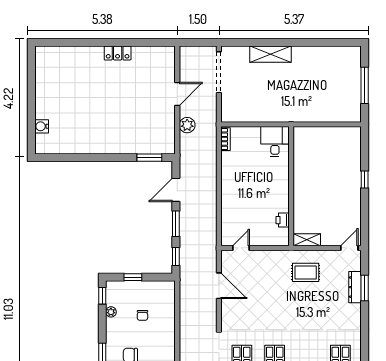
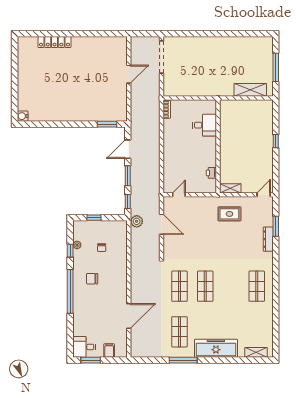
locker: (118, 53) -> (55, 42), moved, width x1.53
shelving: (271, 54) -> (250, 90), moved
plant: (187, 125) -> (137, 221), moved
water cooler: (42, 126) -> (23, 116), moved
desk: (275, 142) -> (205, 125), moved, turned 90
dresser: (355, 287) -> (268, 239), moved
window: (102, 296) -> (70, 251), moved

